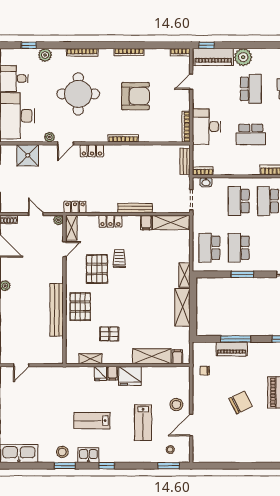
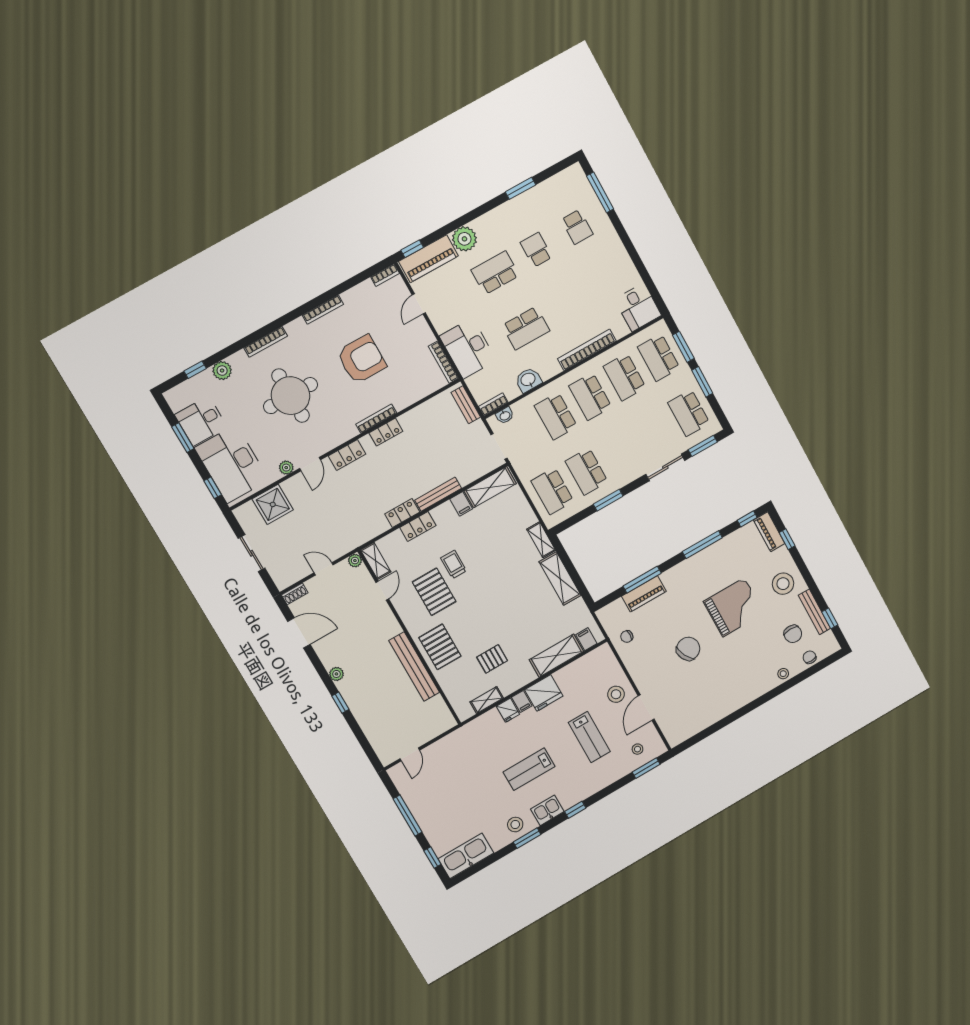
school desk: (251, 89) -> (495, 273), turned -90
locker: (125, 150) -> (386, 432), added
washbasin: (234, 168) -> (528, 380), added
locker: (75, 207) -> (402, 513), moved

